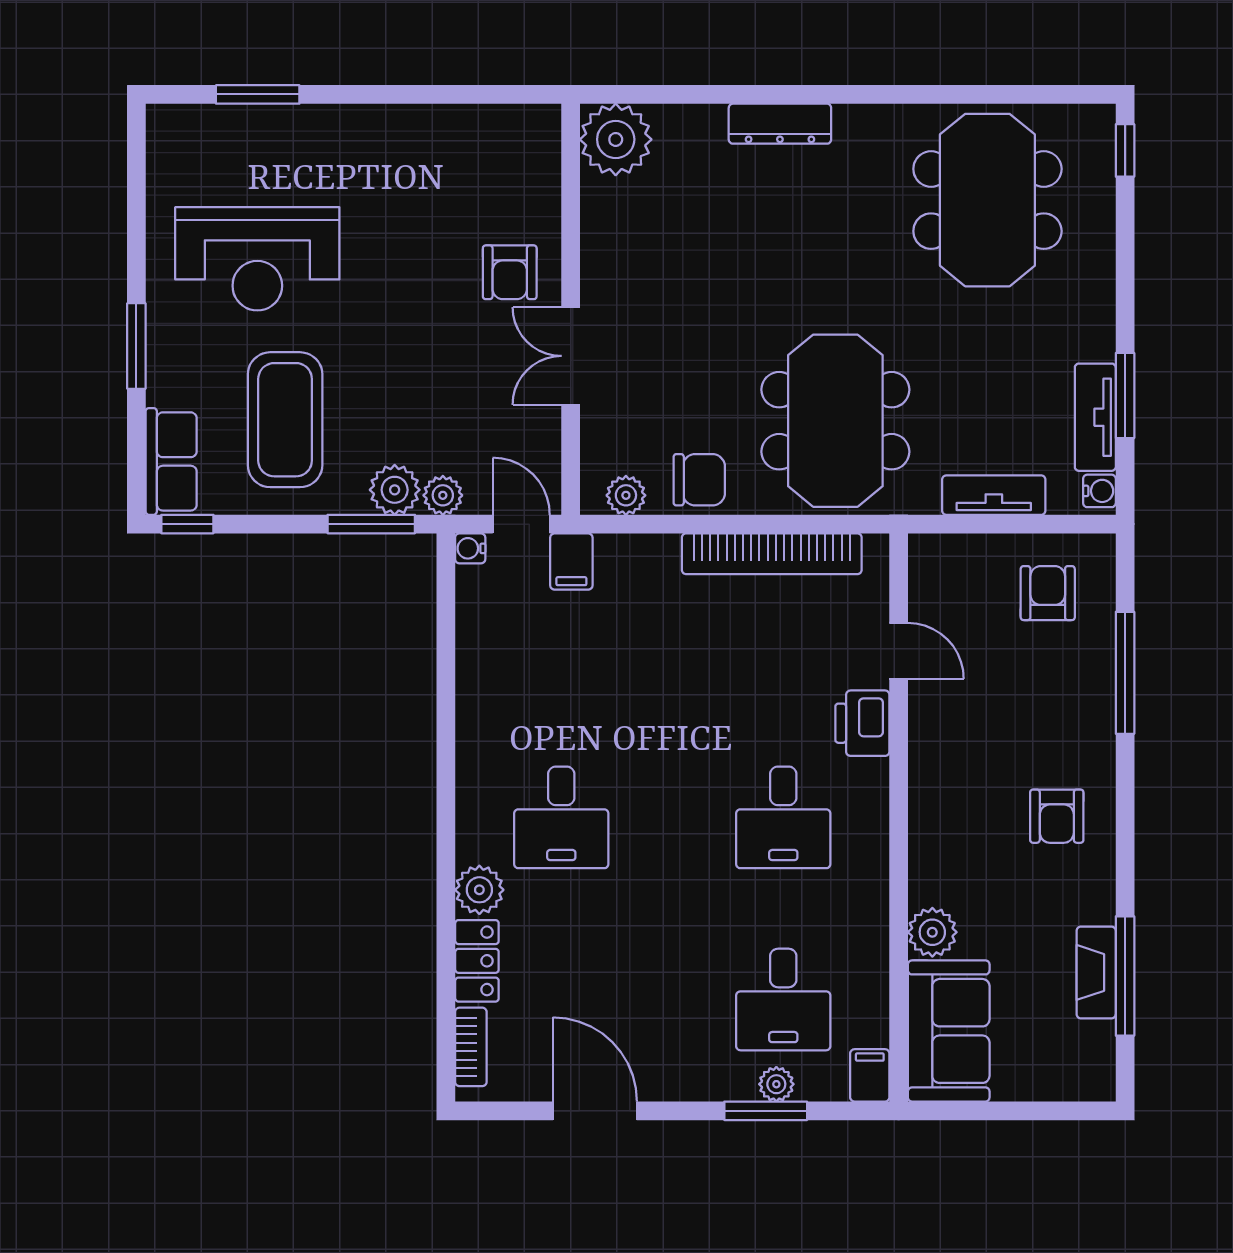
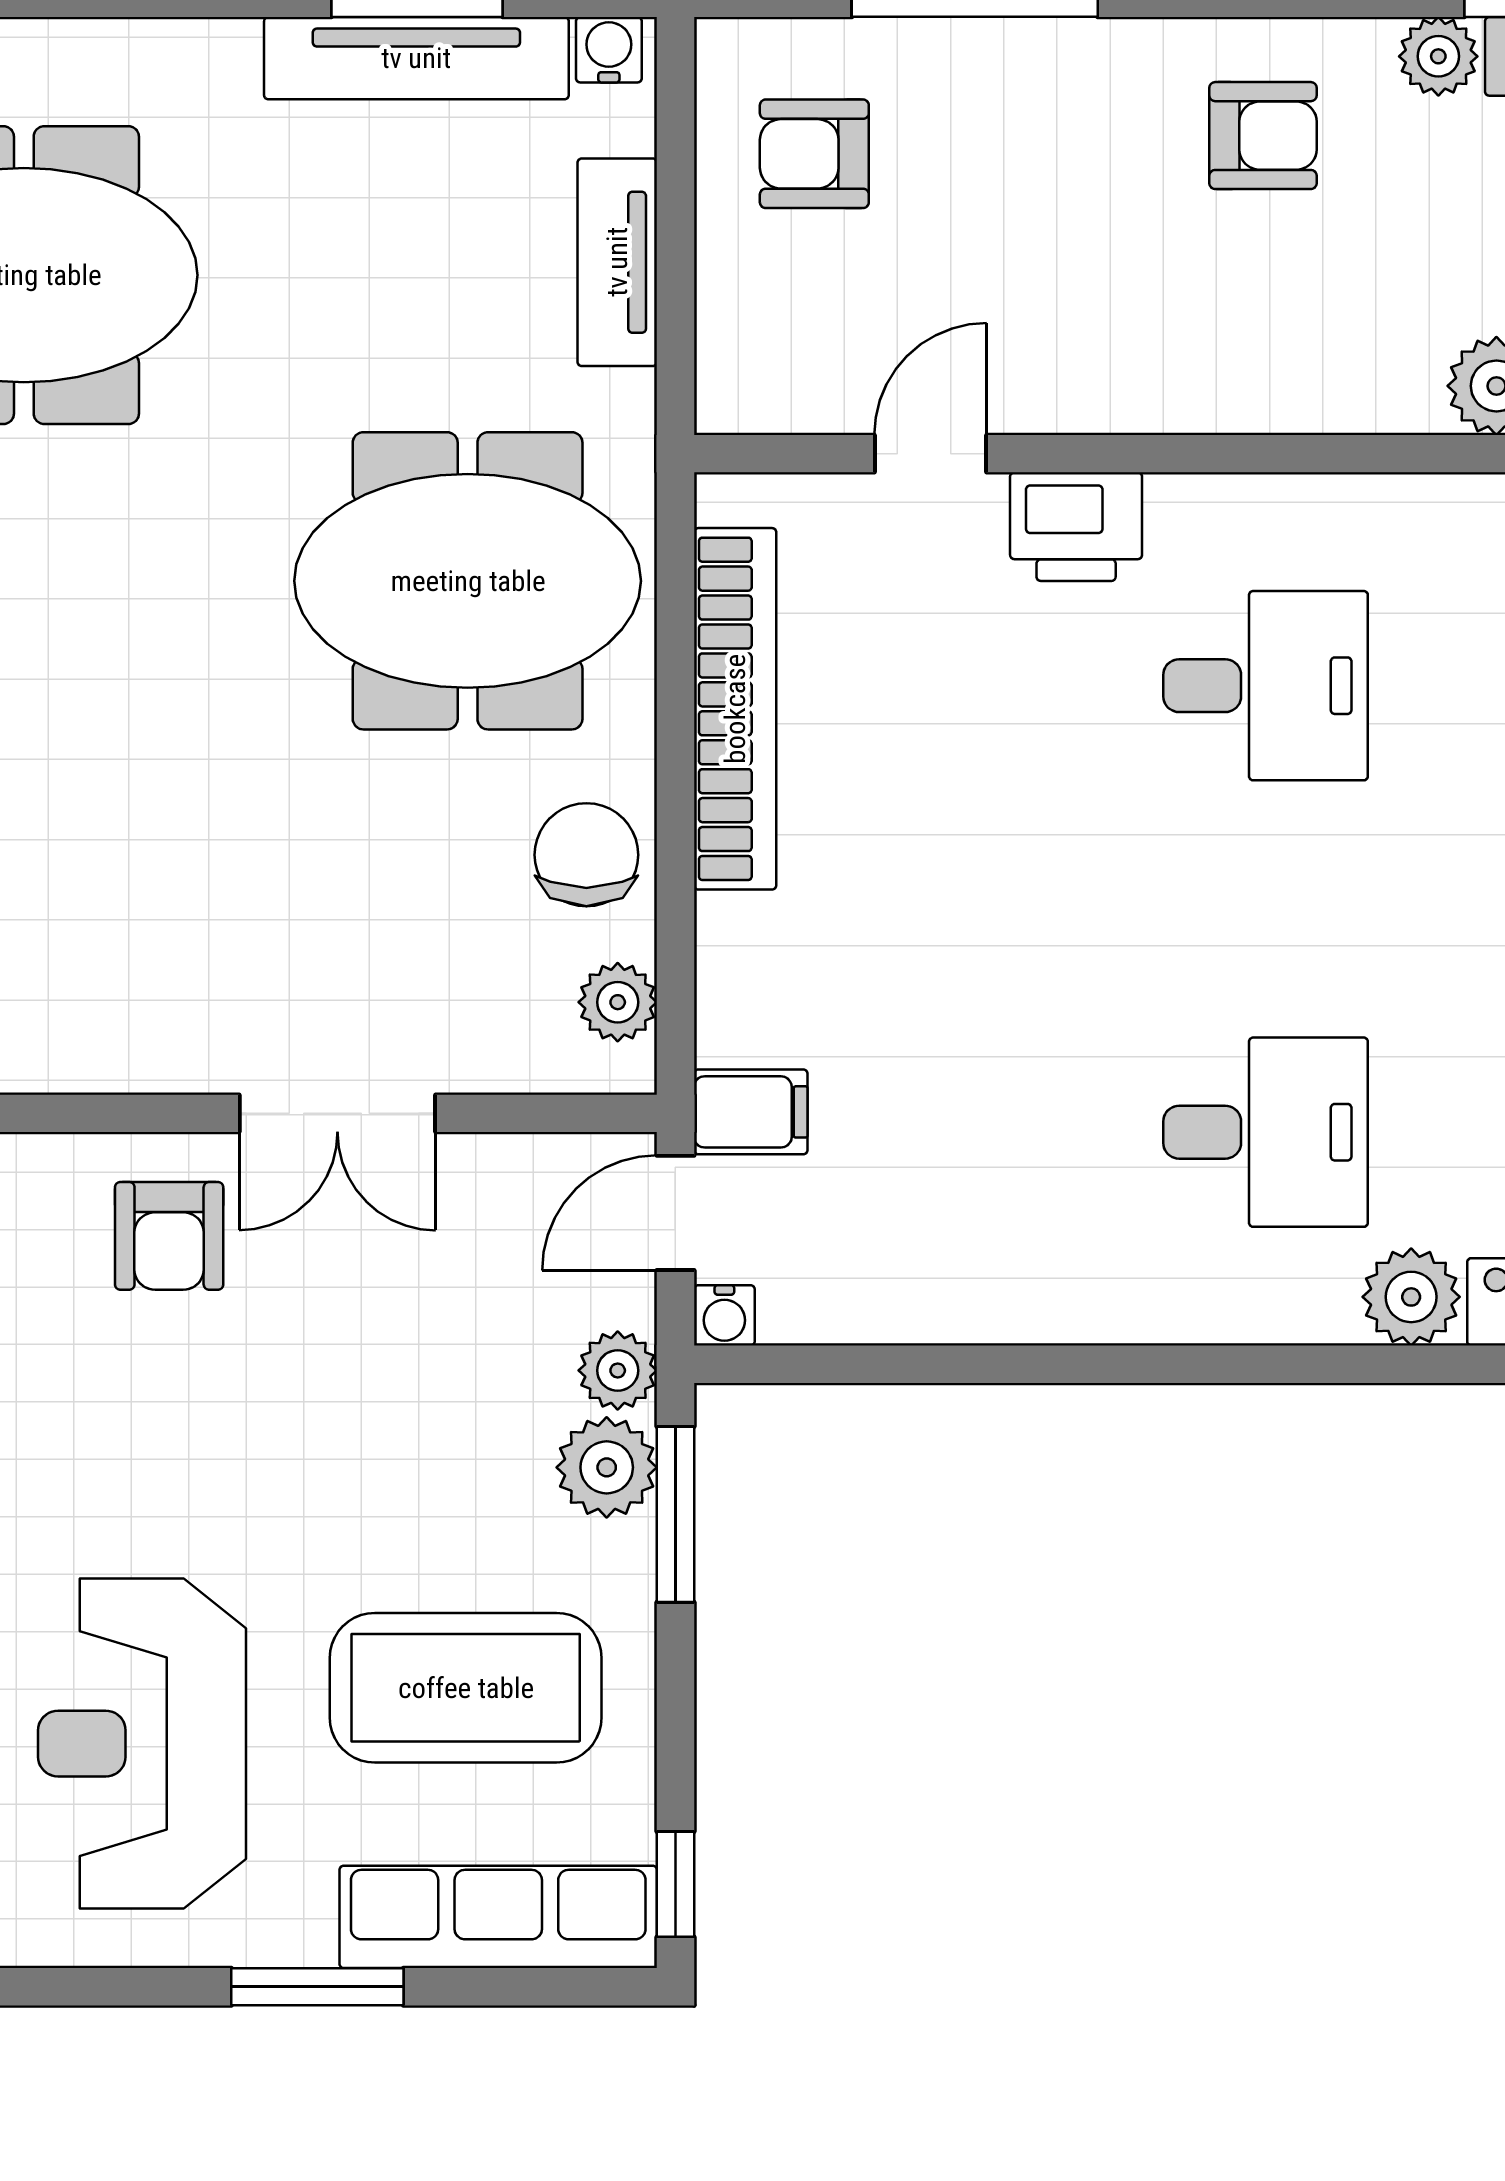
reception desk: (257, 259) -> (142, 1744), turned 180
armchair: (510, 272) -> (169, 1236), turned 90
tv unit: (1095, 417) -> (416, 58), width x1.41
row of seats: (171, 461) -> (498, 1917), width x1.48
plant: (1096, 903) -> (1438, 56), added

